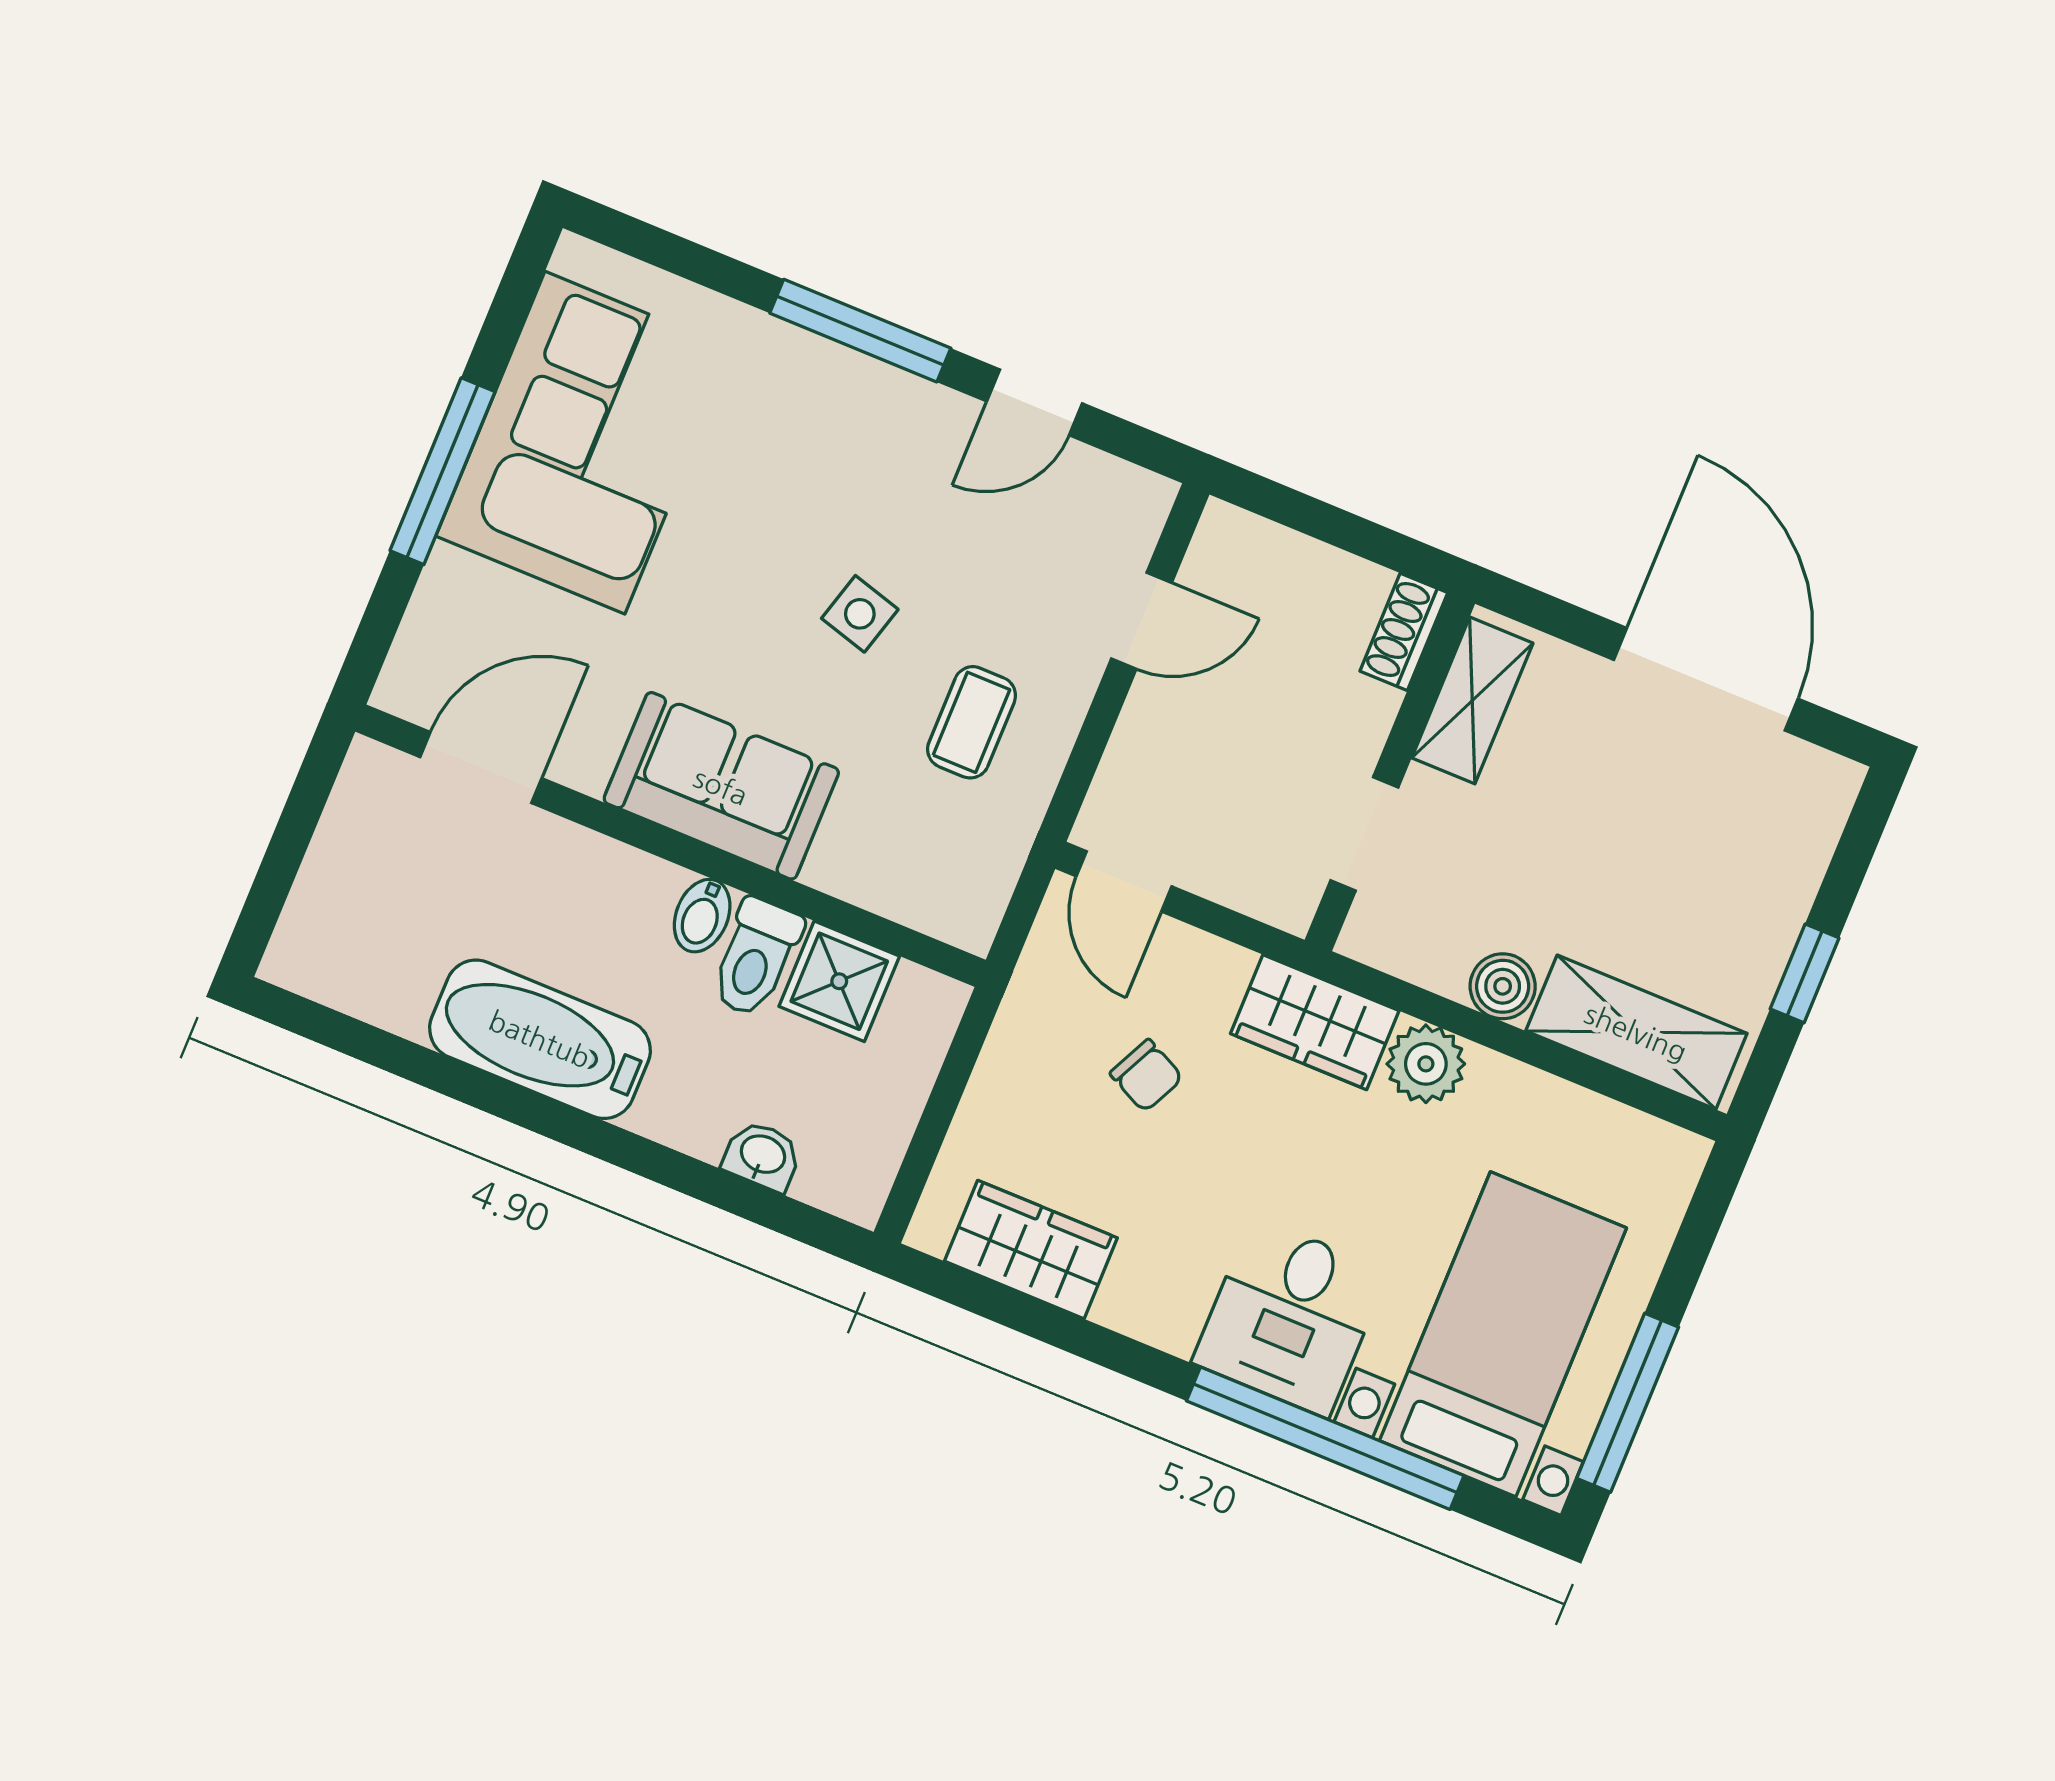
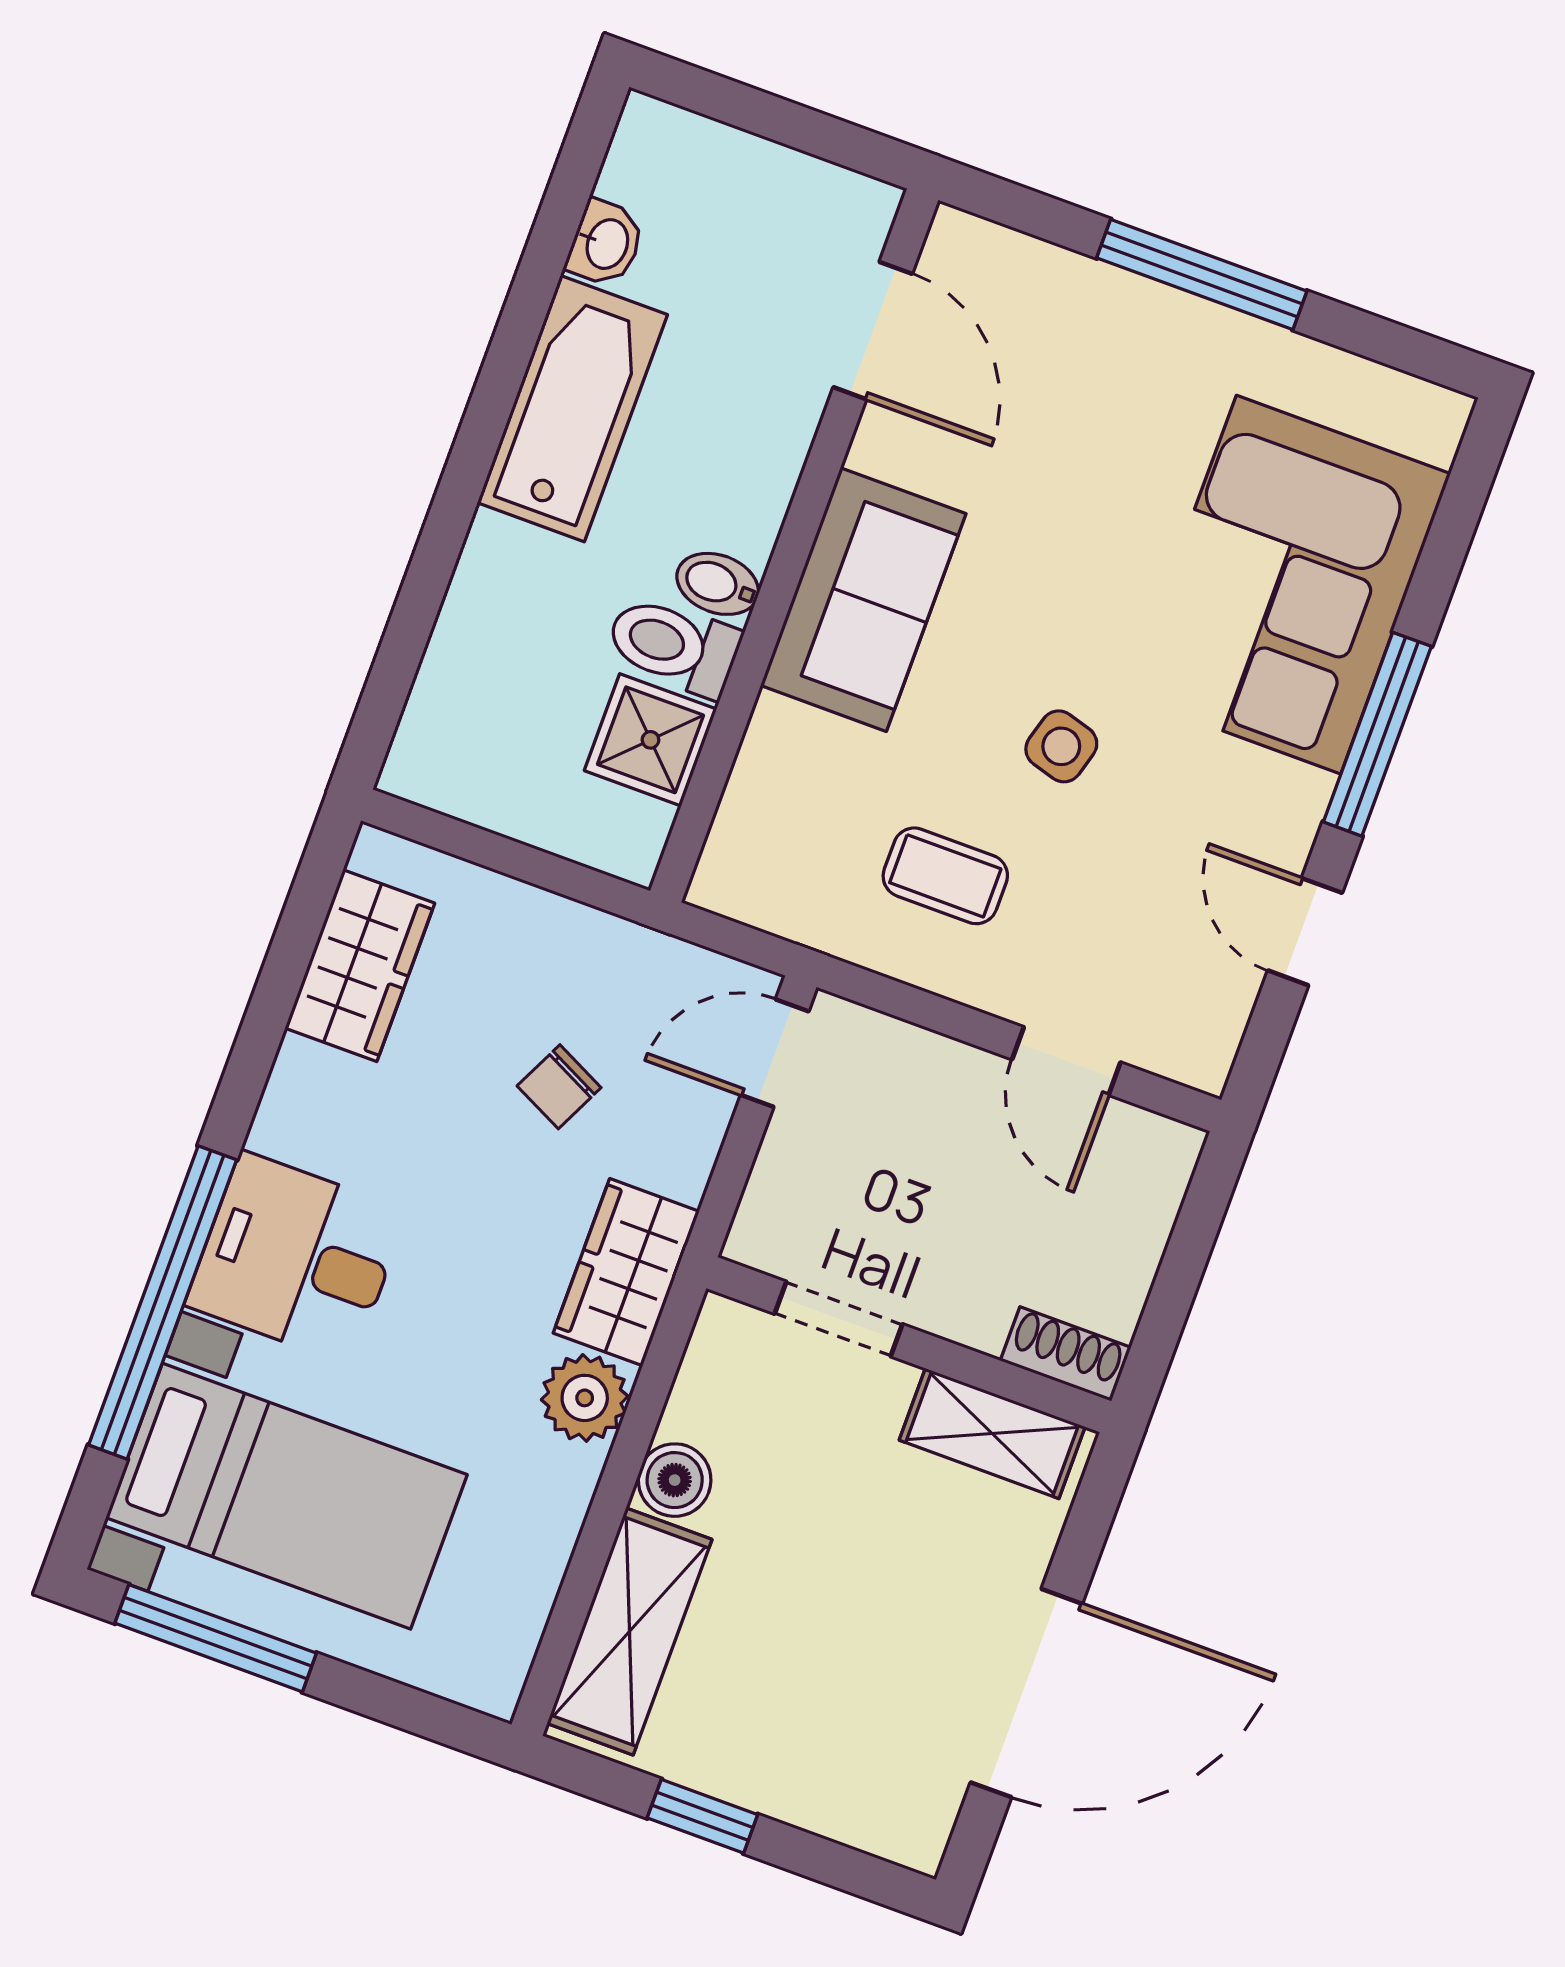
corner sofa: (585, 443) -> (1289, 585), moved, turned 90
washbasin: (762, 1156) -> (606, 243), moved

